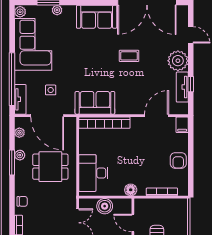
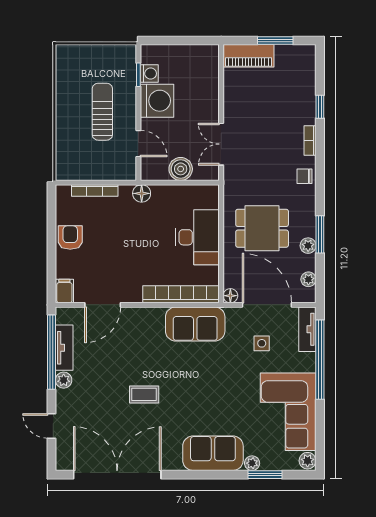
sofa: (97, 17) -> (213, 453), moved
plant: (178, 61) -> (64, 380), width x0.53, depth x0.53
window: (191, 84) -> (52, 352), width x3.17
floor lamp: (71, 122) -> (230, 296), added
desk: (93, 173) -> (197, 237), moved

